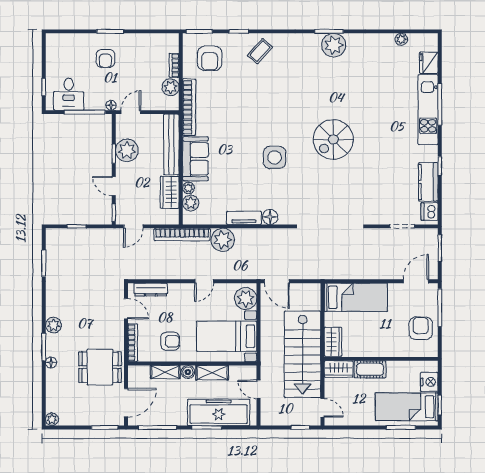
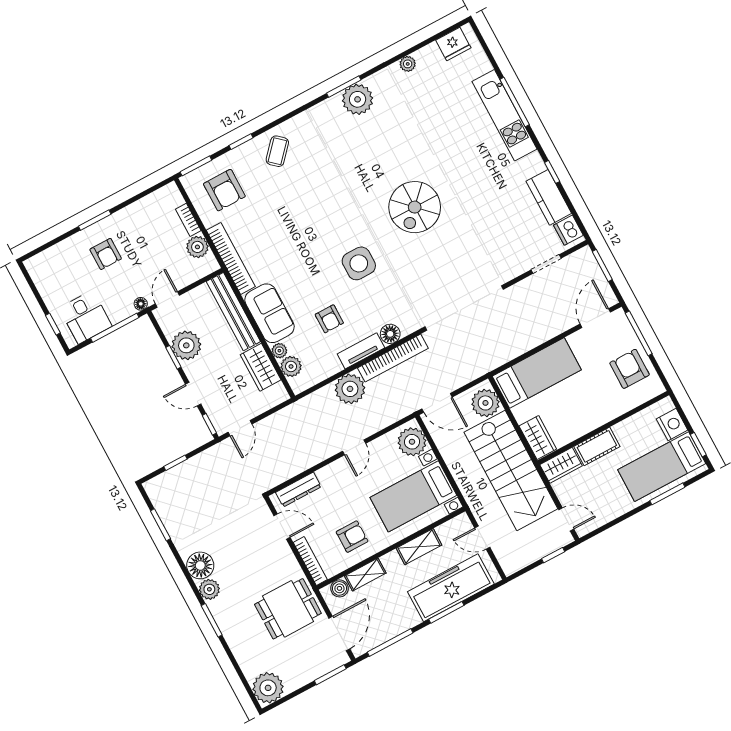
plant: (401, 39) -> (408, 64), moved
fridge: (429, 63) -> (453, 44), moved, turned -90
armchair: (234, 184) -> (329, 319), added
bookcase: (182, 234) -> (393, 358), moved
plant: (310, 299) -> (485, 403), added
floor lamp: (51, 362) -> (200, 565), moved, width x1.89, depth x1.89
boiler: (188, 372) -> (339, 588), moved
plant: (52, 419) -> (268, 688), width x1.88, depth x1.88

